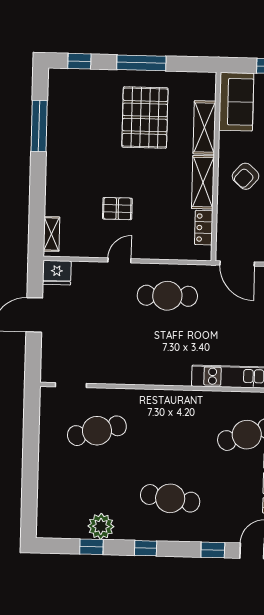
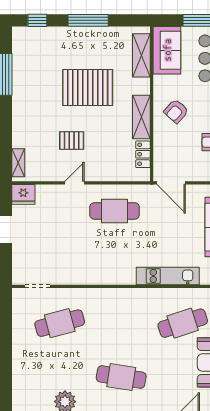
pallet: (145, 117) -> (88, 87), moved, turned 90
shelving: (204, 127) -> (141, 55), moved

